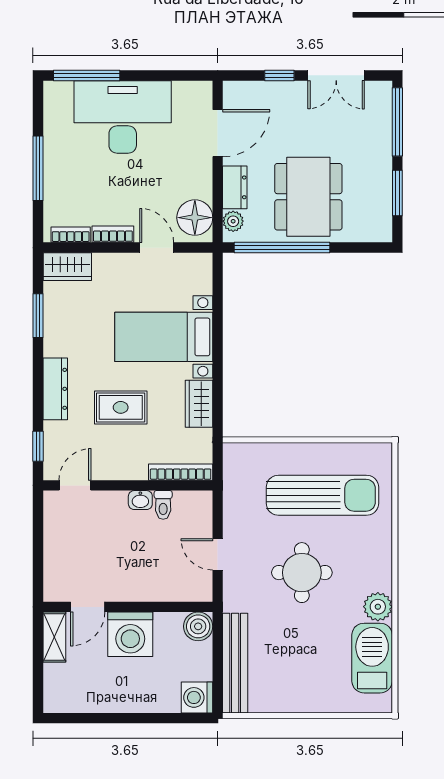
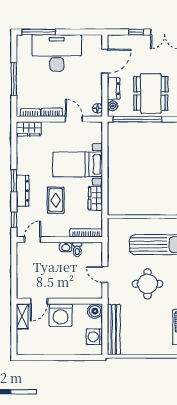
floor lamp: (195, 218) -> (98, 108), width x0.53, depth x0.53
window: (38, 316) -> (14, 181), moved
rug: (121, 407) -> (56, 200), turned 90
washing machine: (197, 697) -> (94, 337), moved

